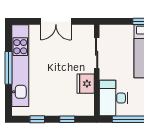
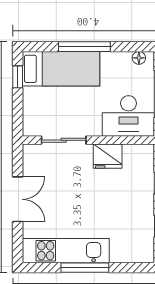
kitchen unit: (20, 66) -> (66, 251), width x0.73

